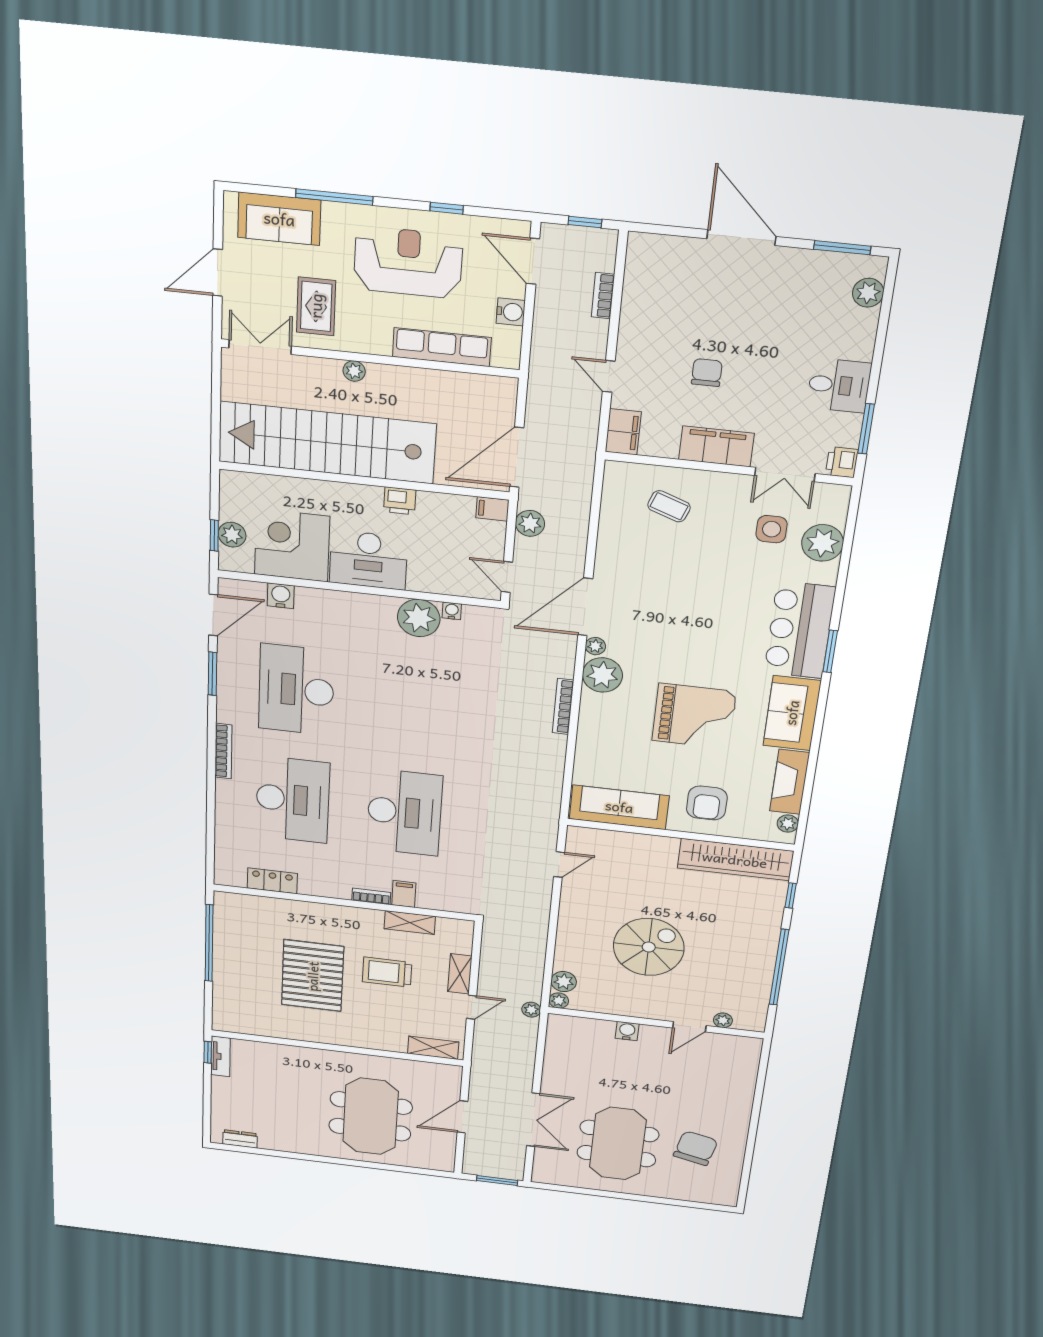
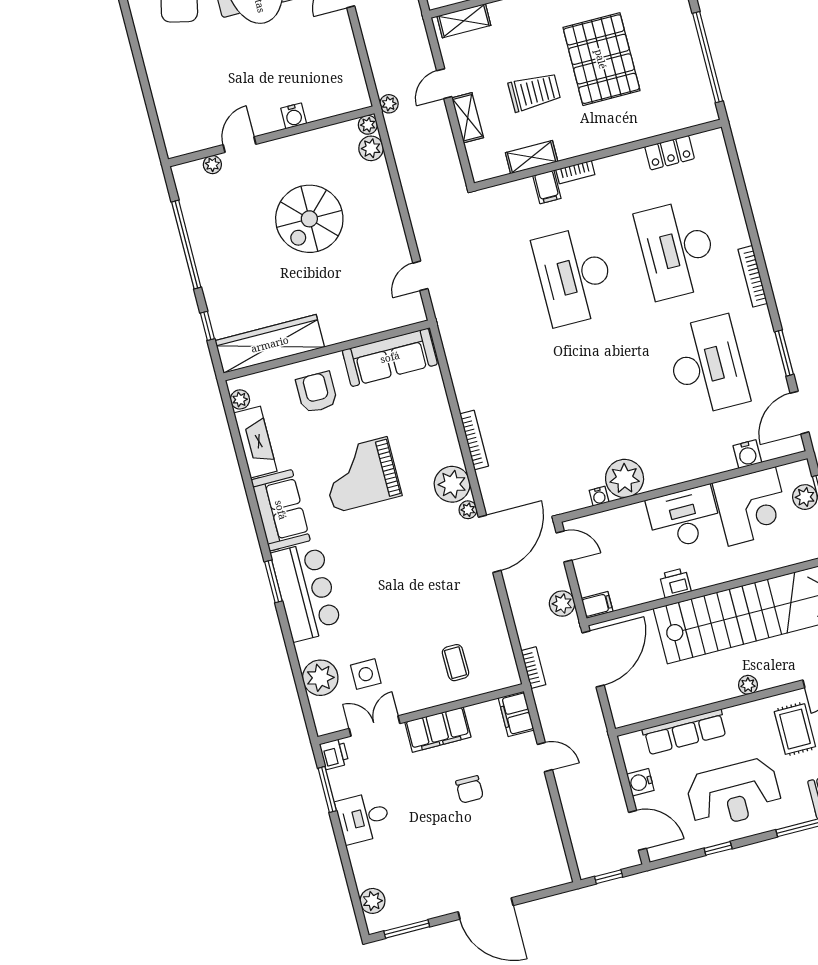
bookcase: (603, 296) -> (533, 668), moved
coffee table: (669, 506) -> (455, 663), turned 69

